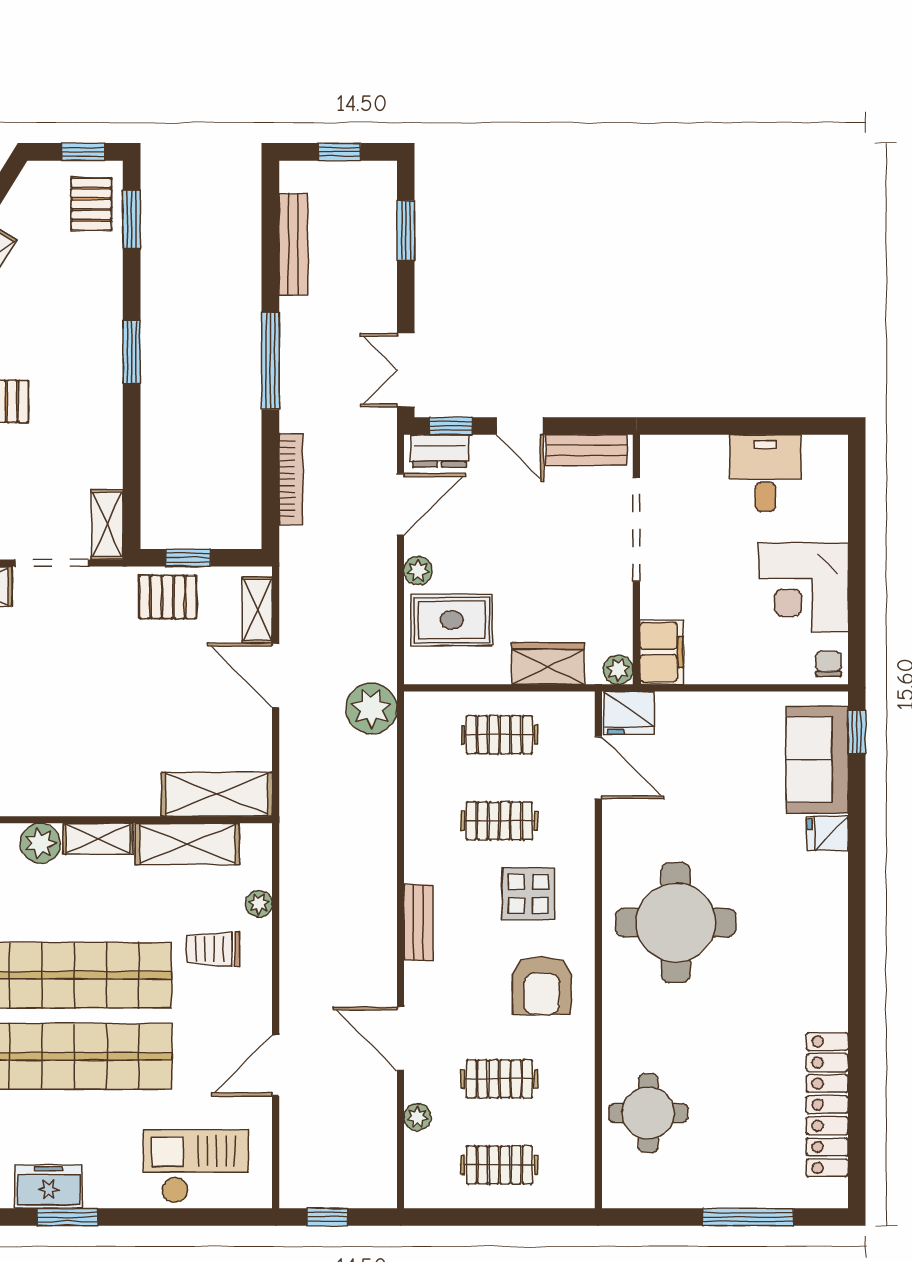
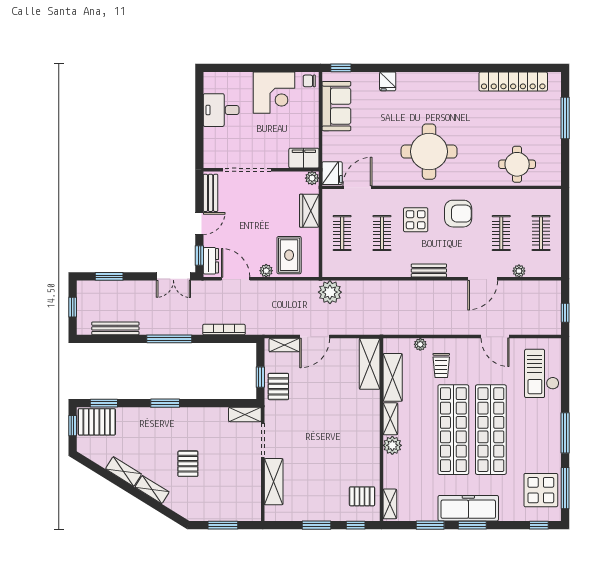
pallet: (91, 204) -> (97, 422), width x1.50, depth x1.42
sofa: (817, 760) -> (336, 106), moved, turned -90
freezer: (49, 1187) -> (551, 442), removed
window: (67, 1217) -> (565, 433), width x1.44

